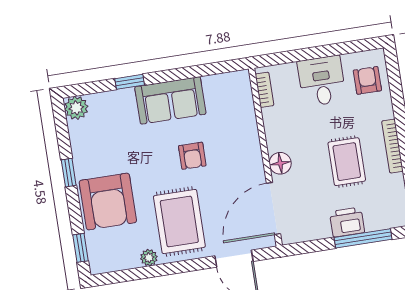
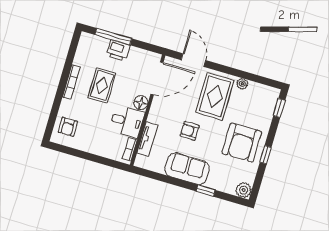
desk: (322, 81) -> (127, 121), moved, turned -90
tv unit: (246, 116) -> (148, 139), added
armchair: (192, 156) -> (190, 131), turned -90
armchair: (108, 201) -> (242, 143), moved, turned 180

